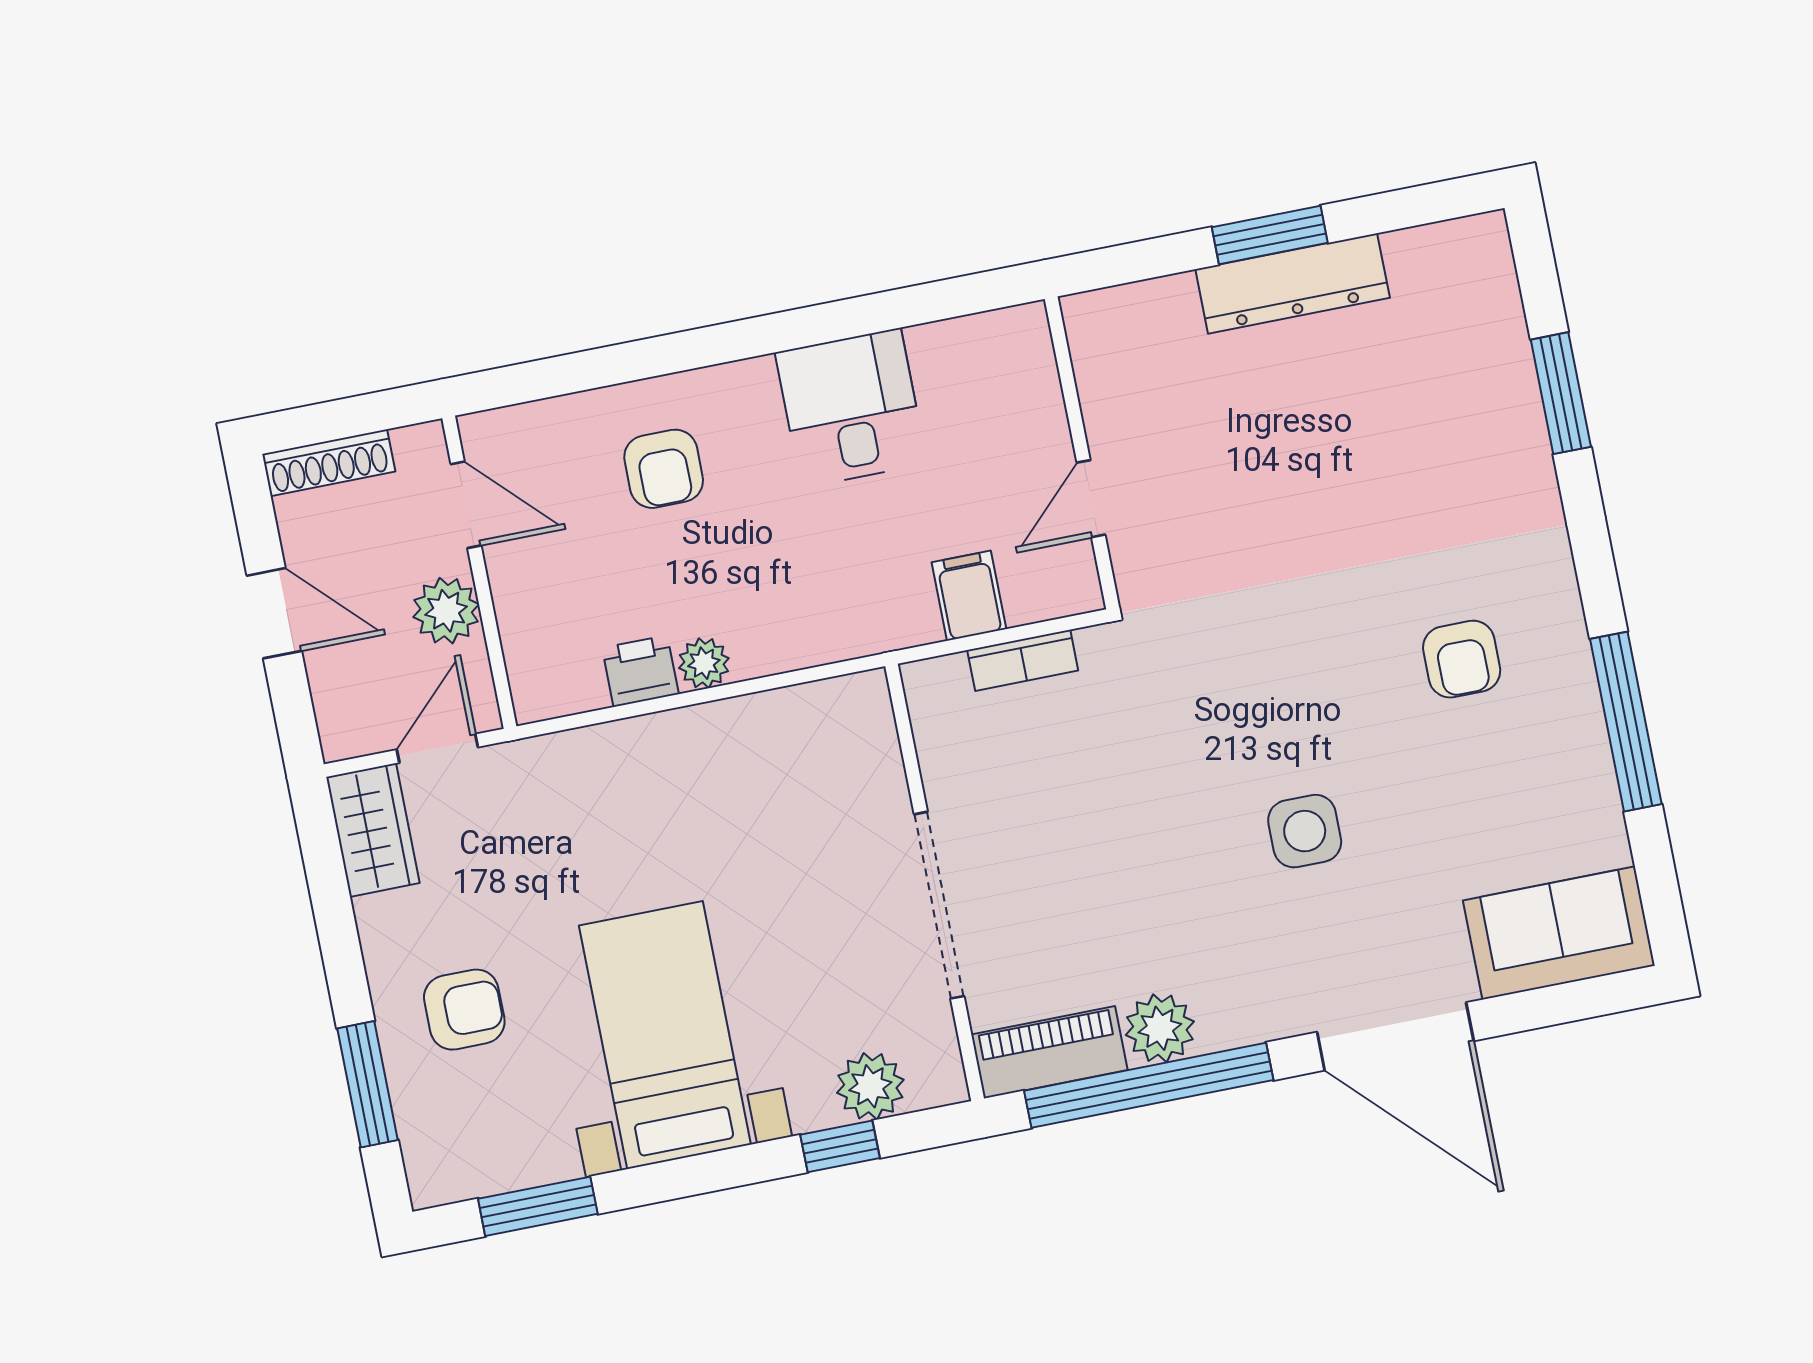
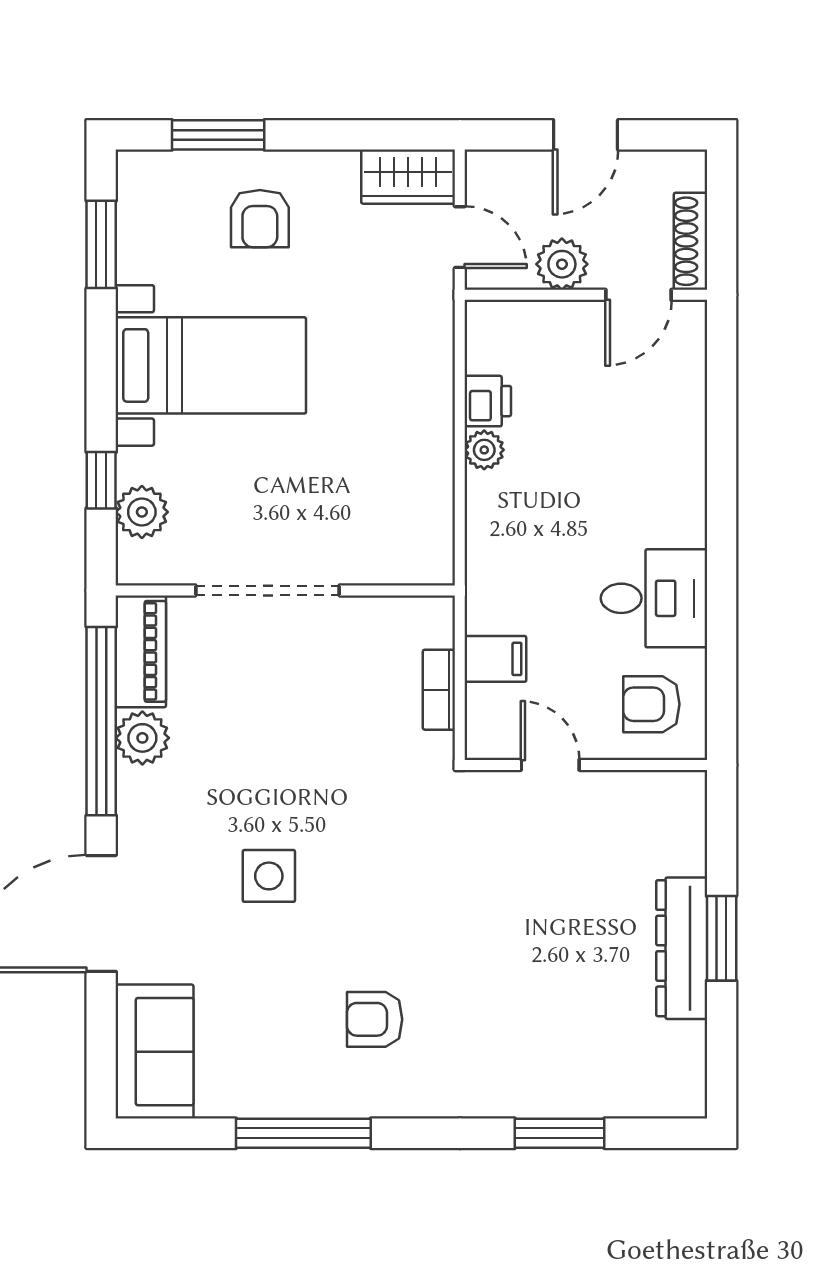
shoe rack: (329, 463) -> (690, 241), moved
armchair: (664, 469) -> (651, 704), moved

